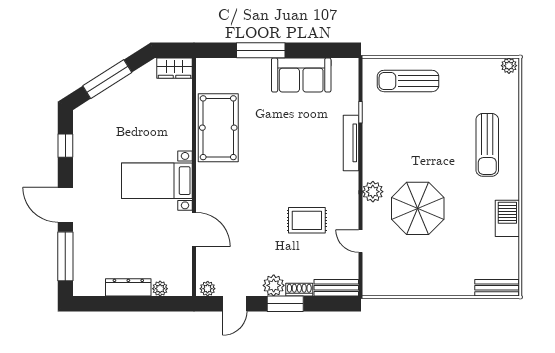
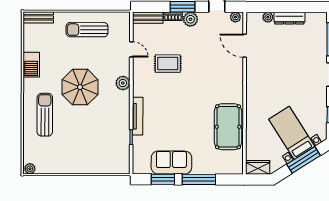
window: (314, 50) -> (163, 179), added
sun lounger: (408, 81) -> (87, 30), moved, turned 180
bed with nightstands: (157, 181) -> (292, 133), moved, turned -122
parasol: (418, 208) -> (80, 87), moved
door: (194, 229) -> (245, 46), moved

